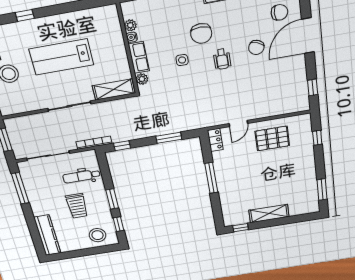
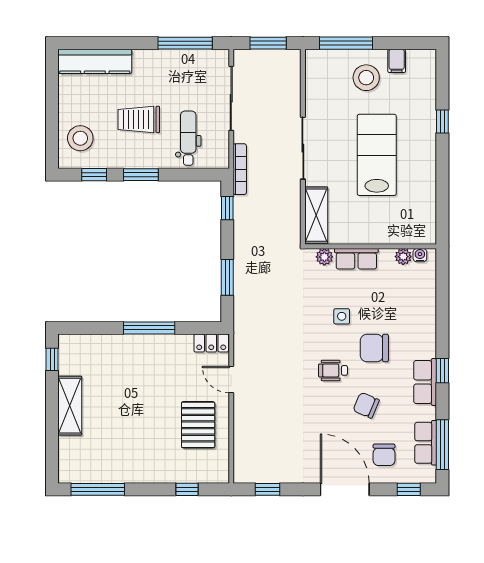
water cooler: (132, 37) -> (420, 255), moved
chair: (256, 47) -> (366, 405), moved
window: (322, 190) -> (98, 489), width x1.44

